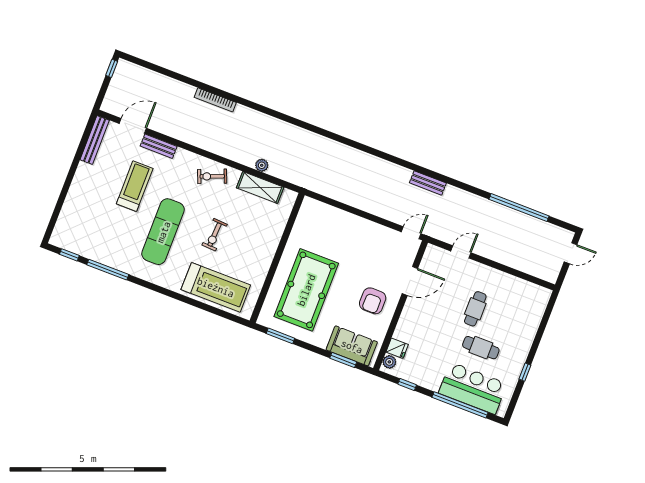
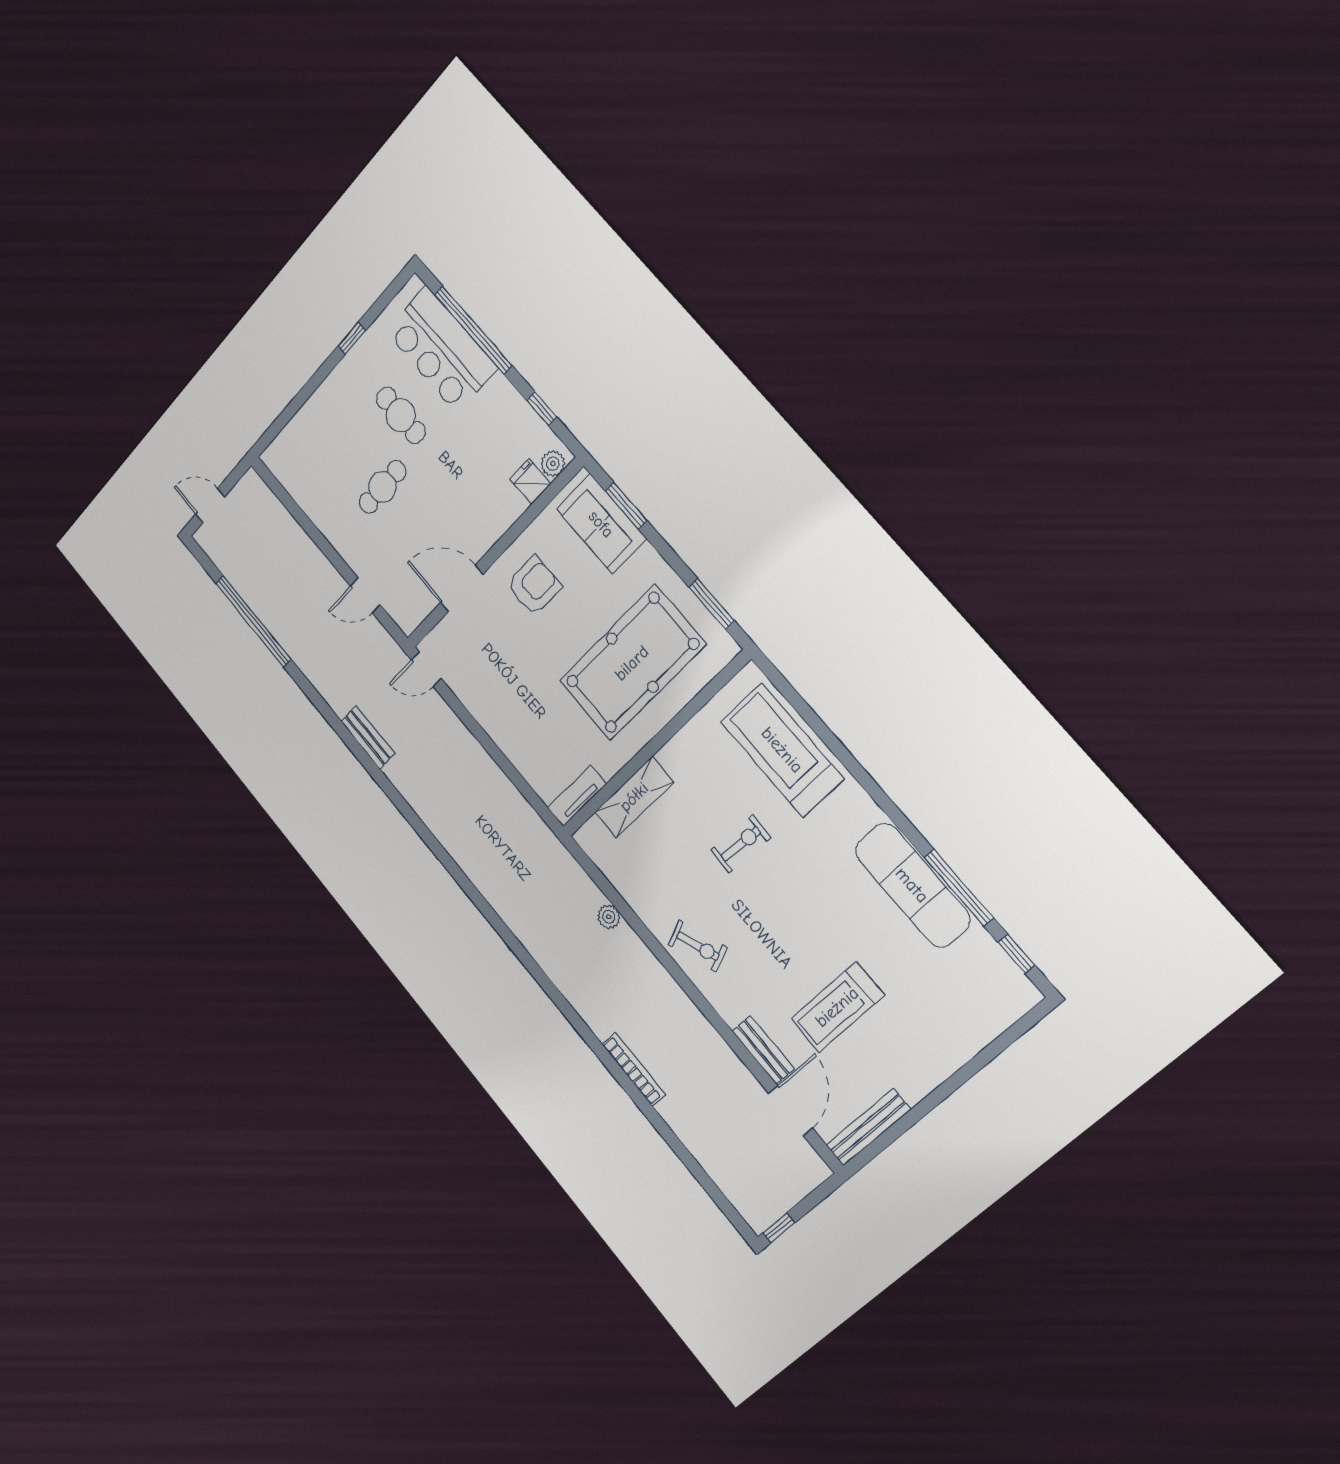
door: (133, 126) -> (790, 1111), swing flipped
shelving: (260, 188) -> (634, 797), moved, turned 90
tv unit: (305, 213) -> (577, 796), added
exercise mat: (163, 232) -> (912, 885), moved, turned 90

